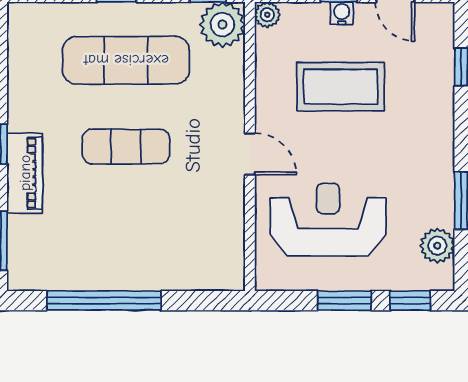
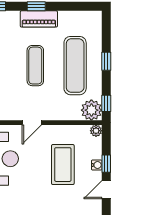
piano: (25, 173) -> (39, 19), moved

